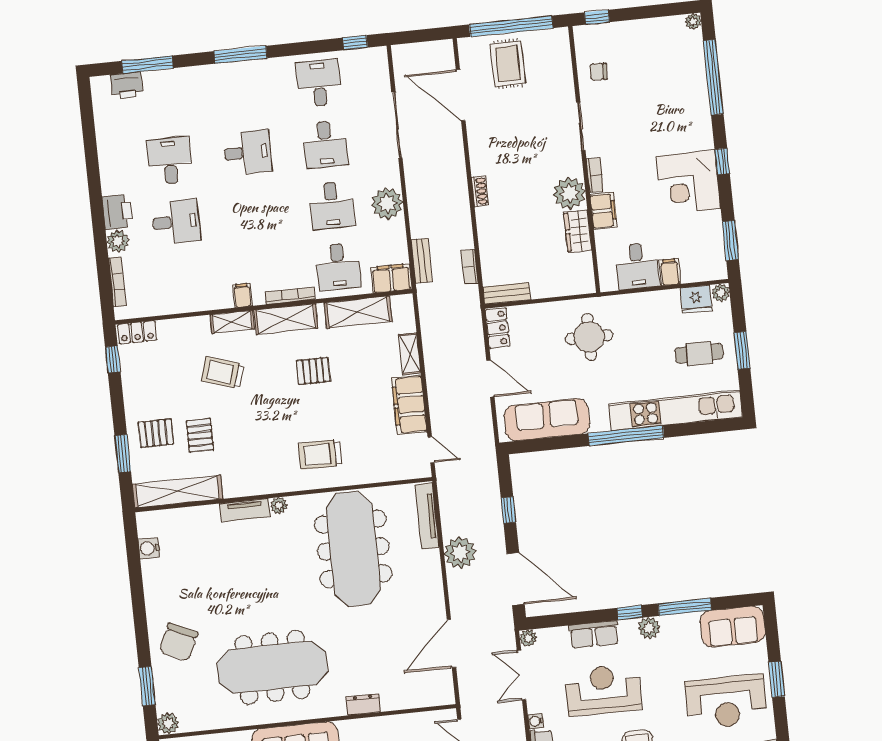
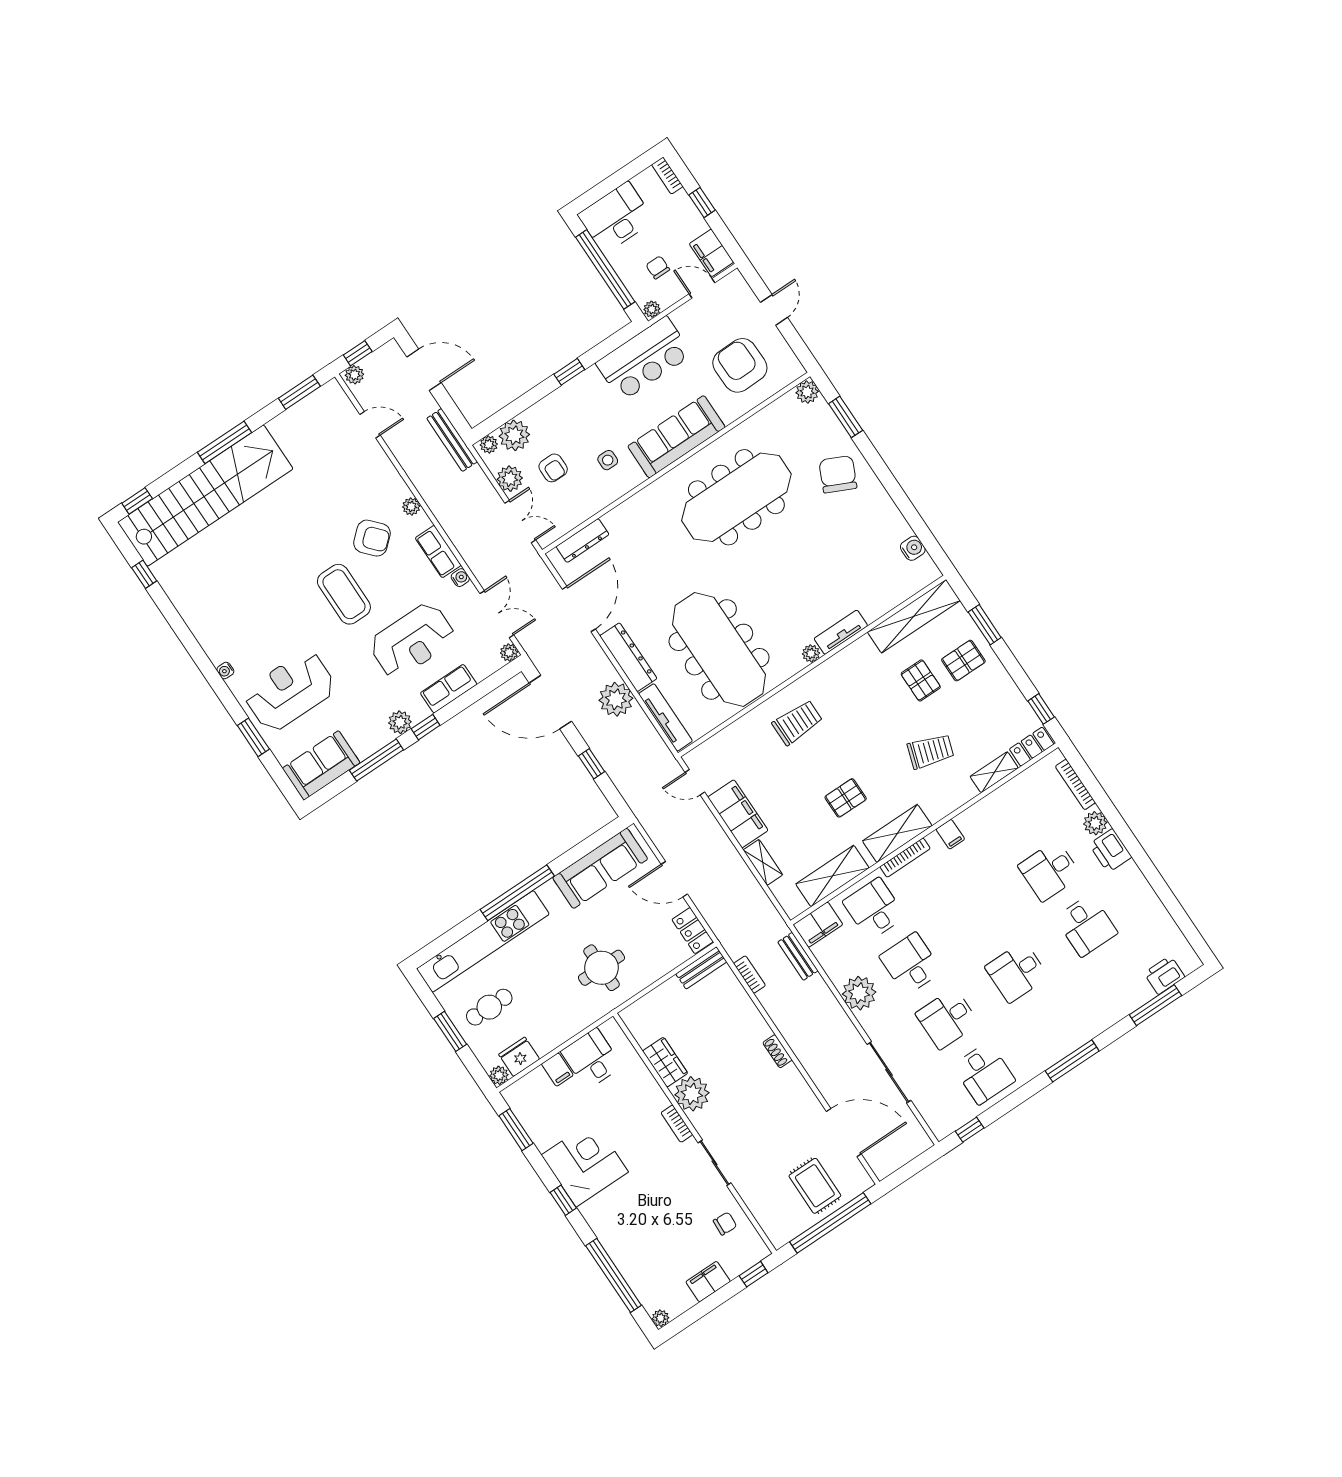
desk: (325, 144) -> (947, 1019), turned -90
filing cabinet: (603, 211) -> (708, 1282), moved, turned 90
shelving: (232, 322) -> (994, 772), moved
dresser: (432, 582) -> (628, 657), added
dresser: (363, 704) -> (583, 541), moved, width x1.44

